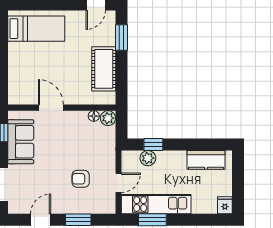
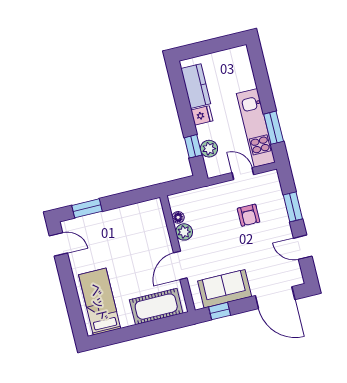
cot: (104, 69) -> (156, 307), moved
plant: (108, 118) -> (184, 232), moved
fridge: (225, 205) -> (202, 115), moved, turned 180

